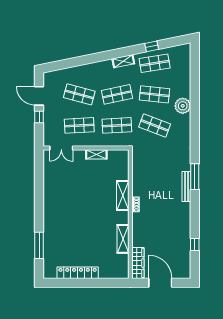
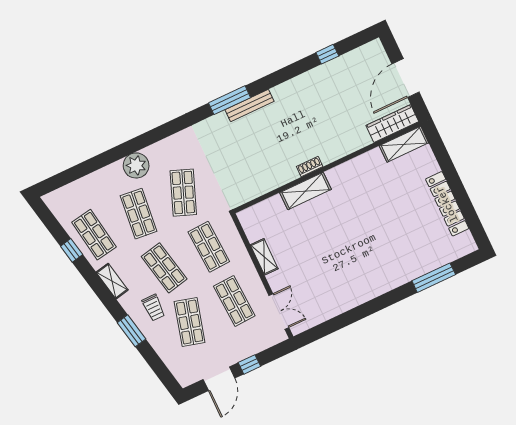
window: (90, 59) -> (132, 331), added
trolley: (97, 78) -> (154, 308), added
shelving: (123, 239) -> (404, 144), moved

